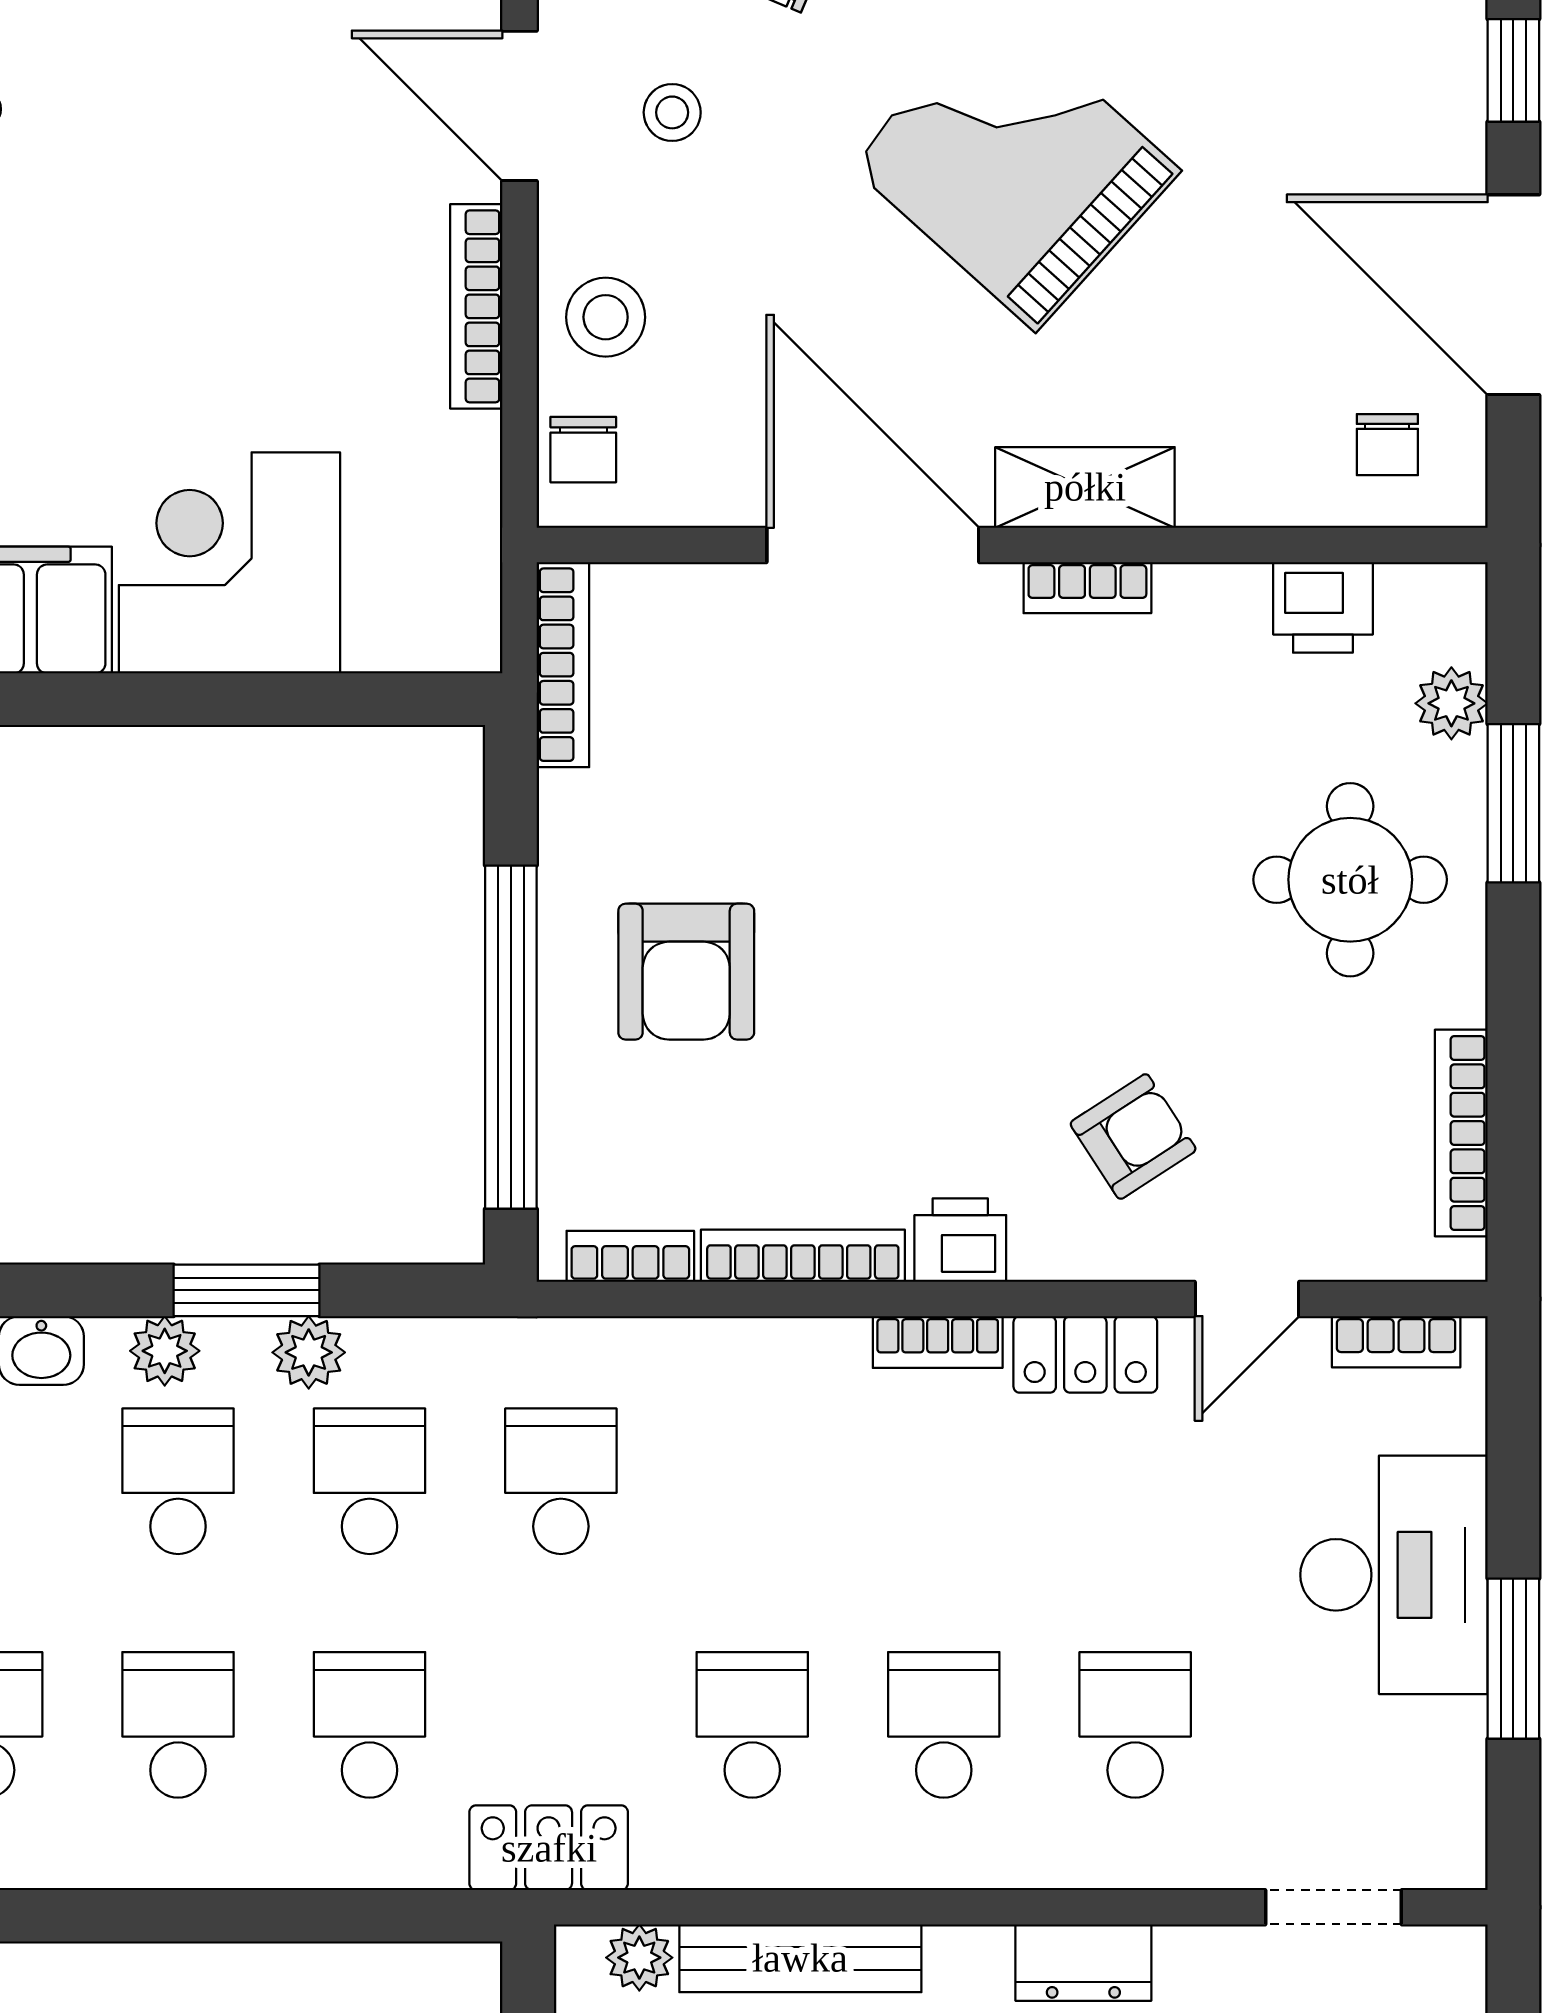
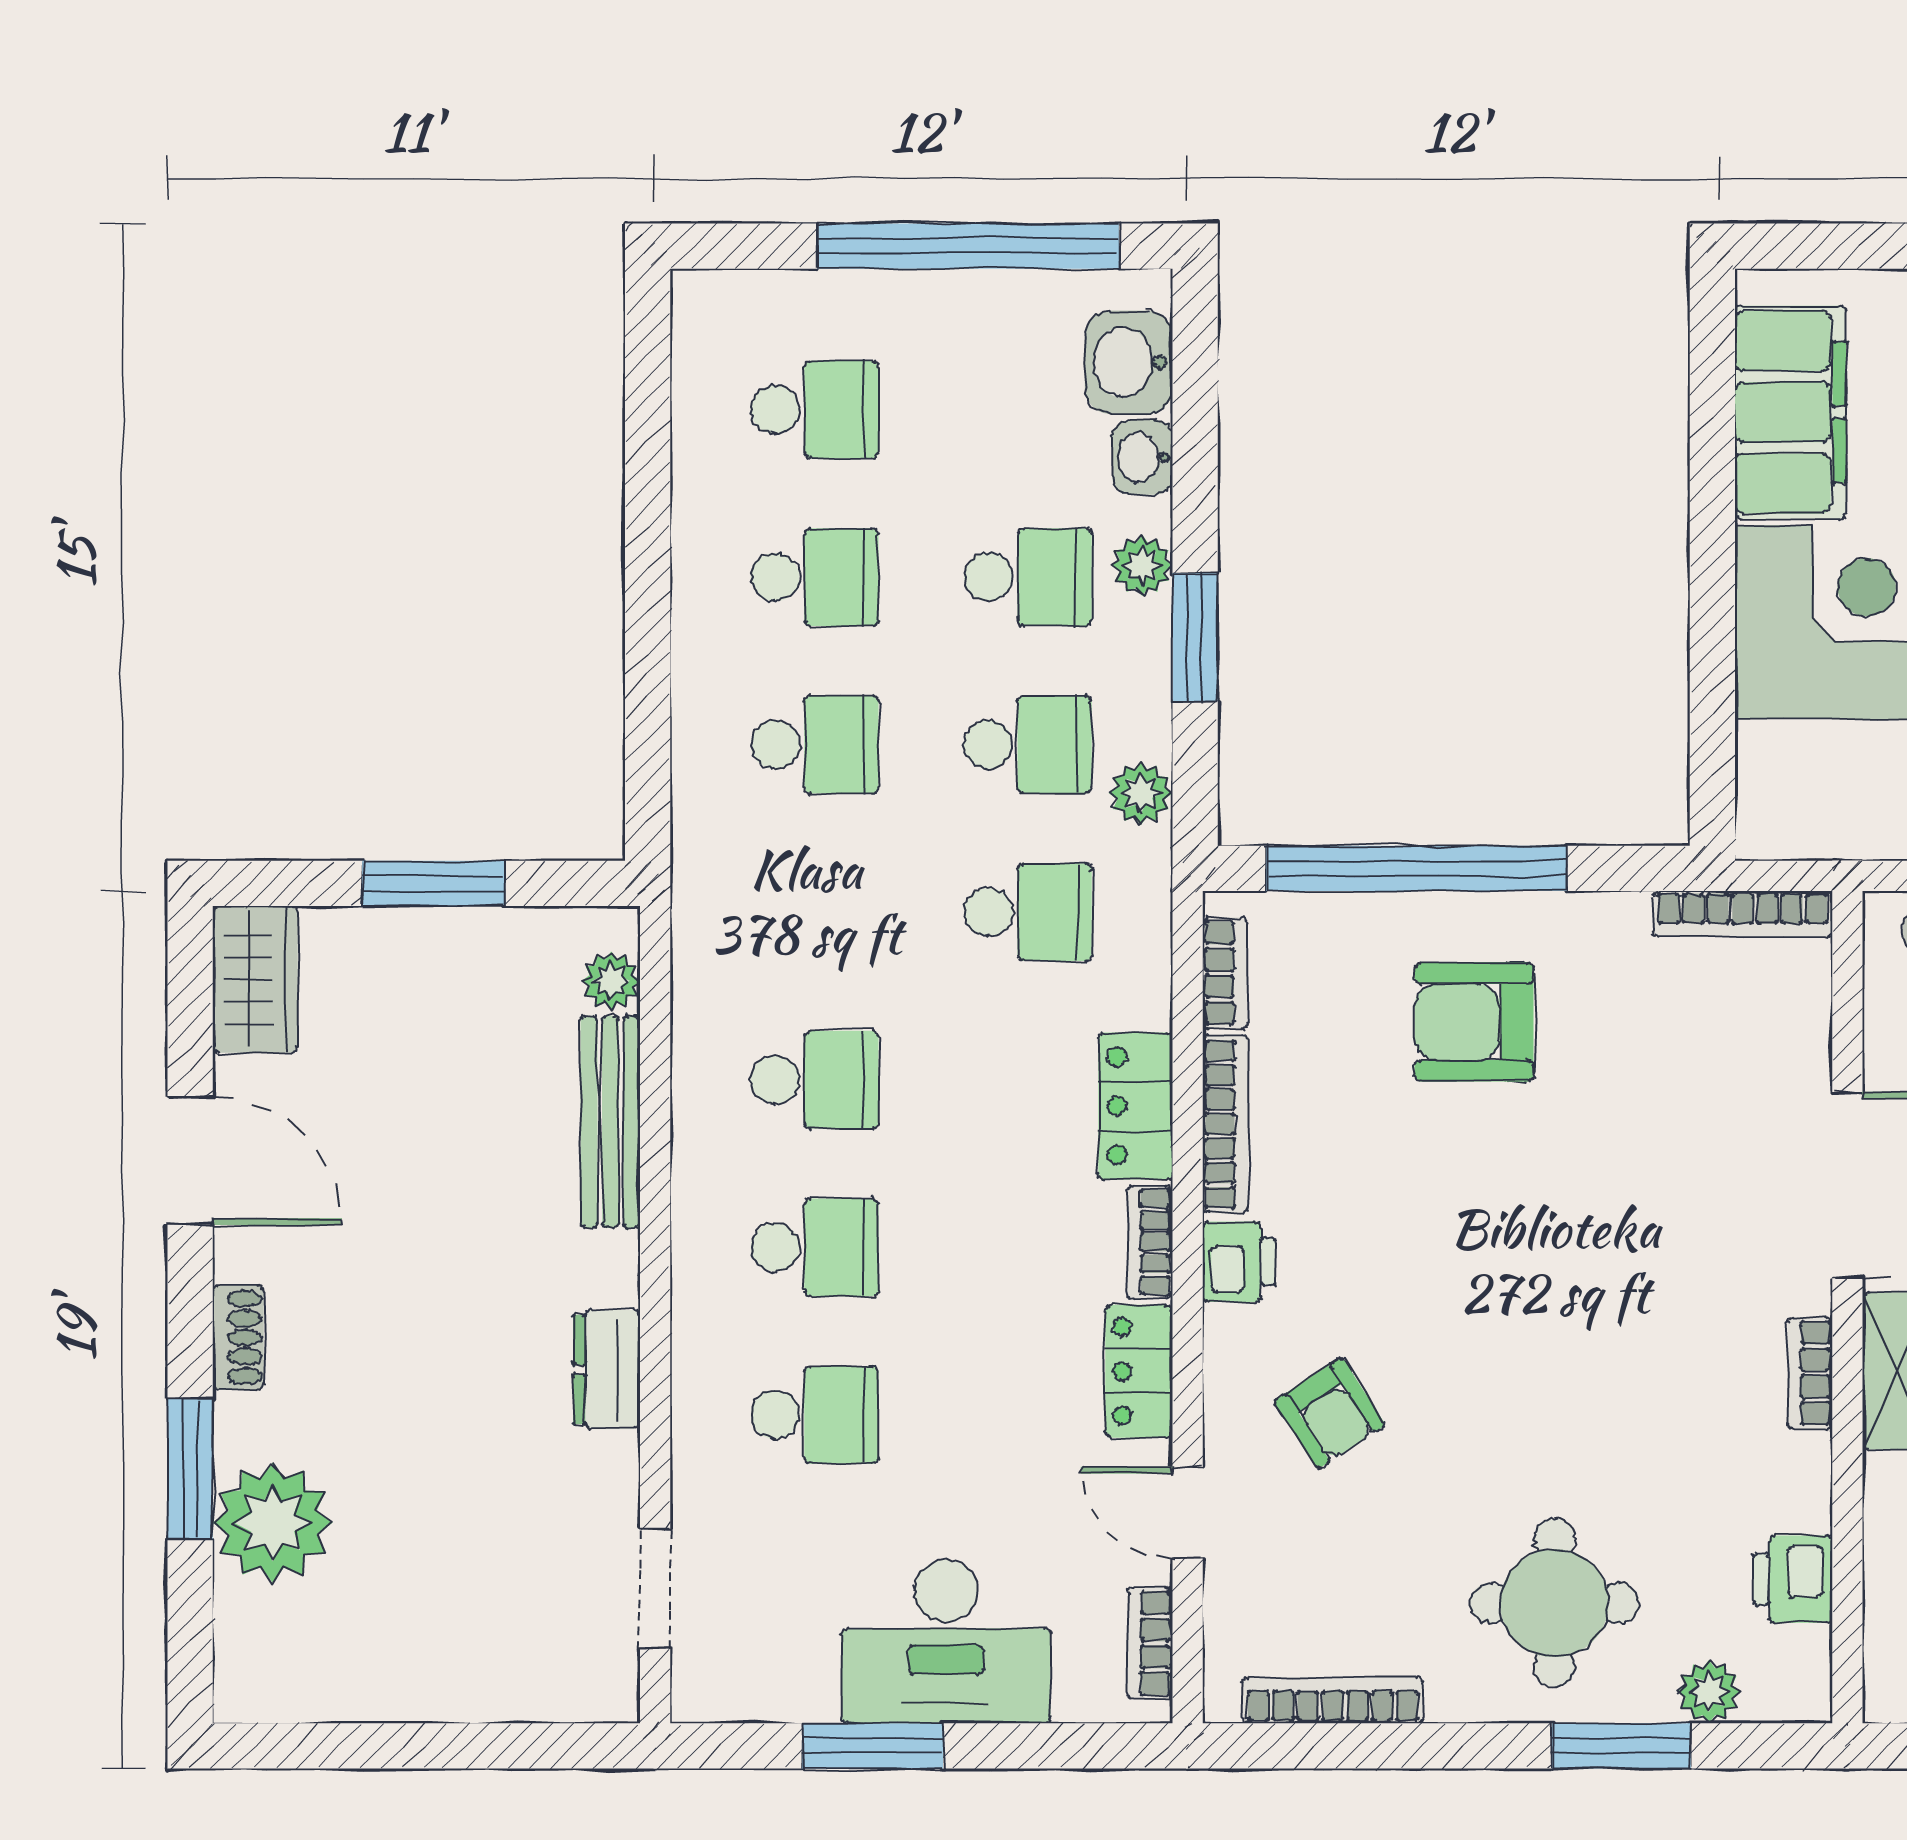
plant: (309, 1352) -> (1141, 793), moved
locker: (549, 1848) -> (1135, 1106), moved, turned 180

